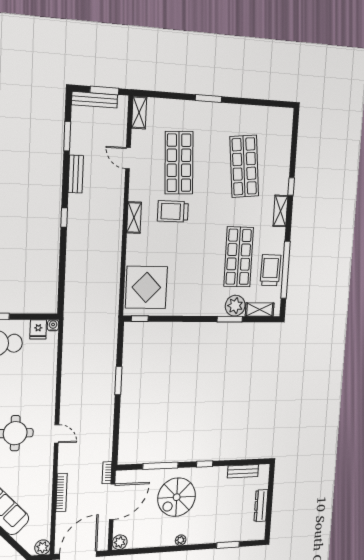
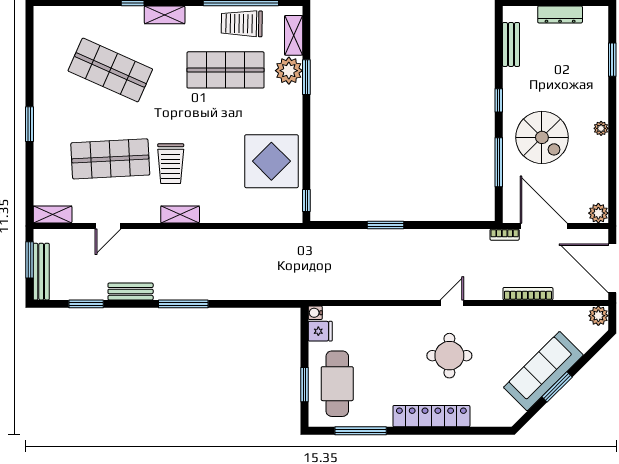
shop shelf: (244, 166) -> (110, 70), turned 30
window: (64, 218) -> (183, 304), width x2.17
display table: (146, 287) -> (271, 161), moved

